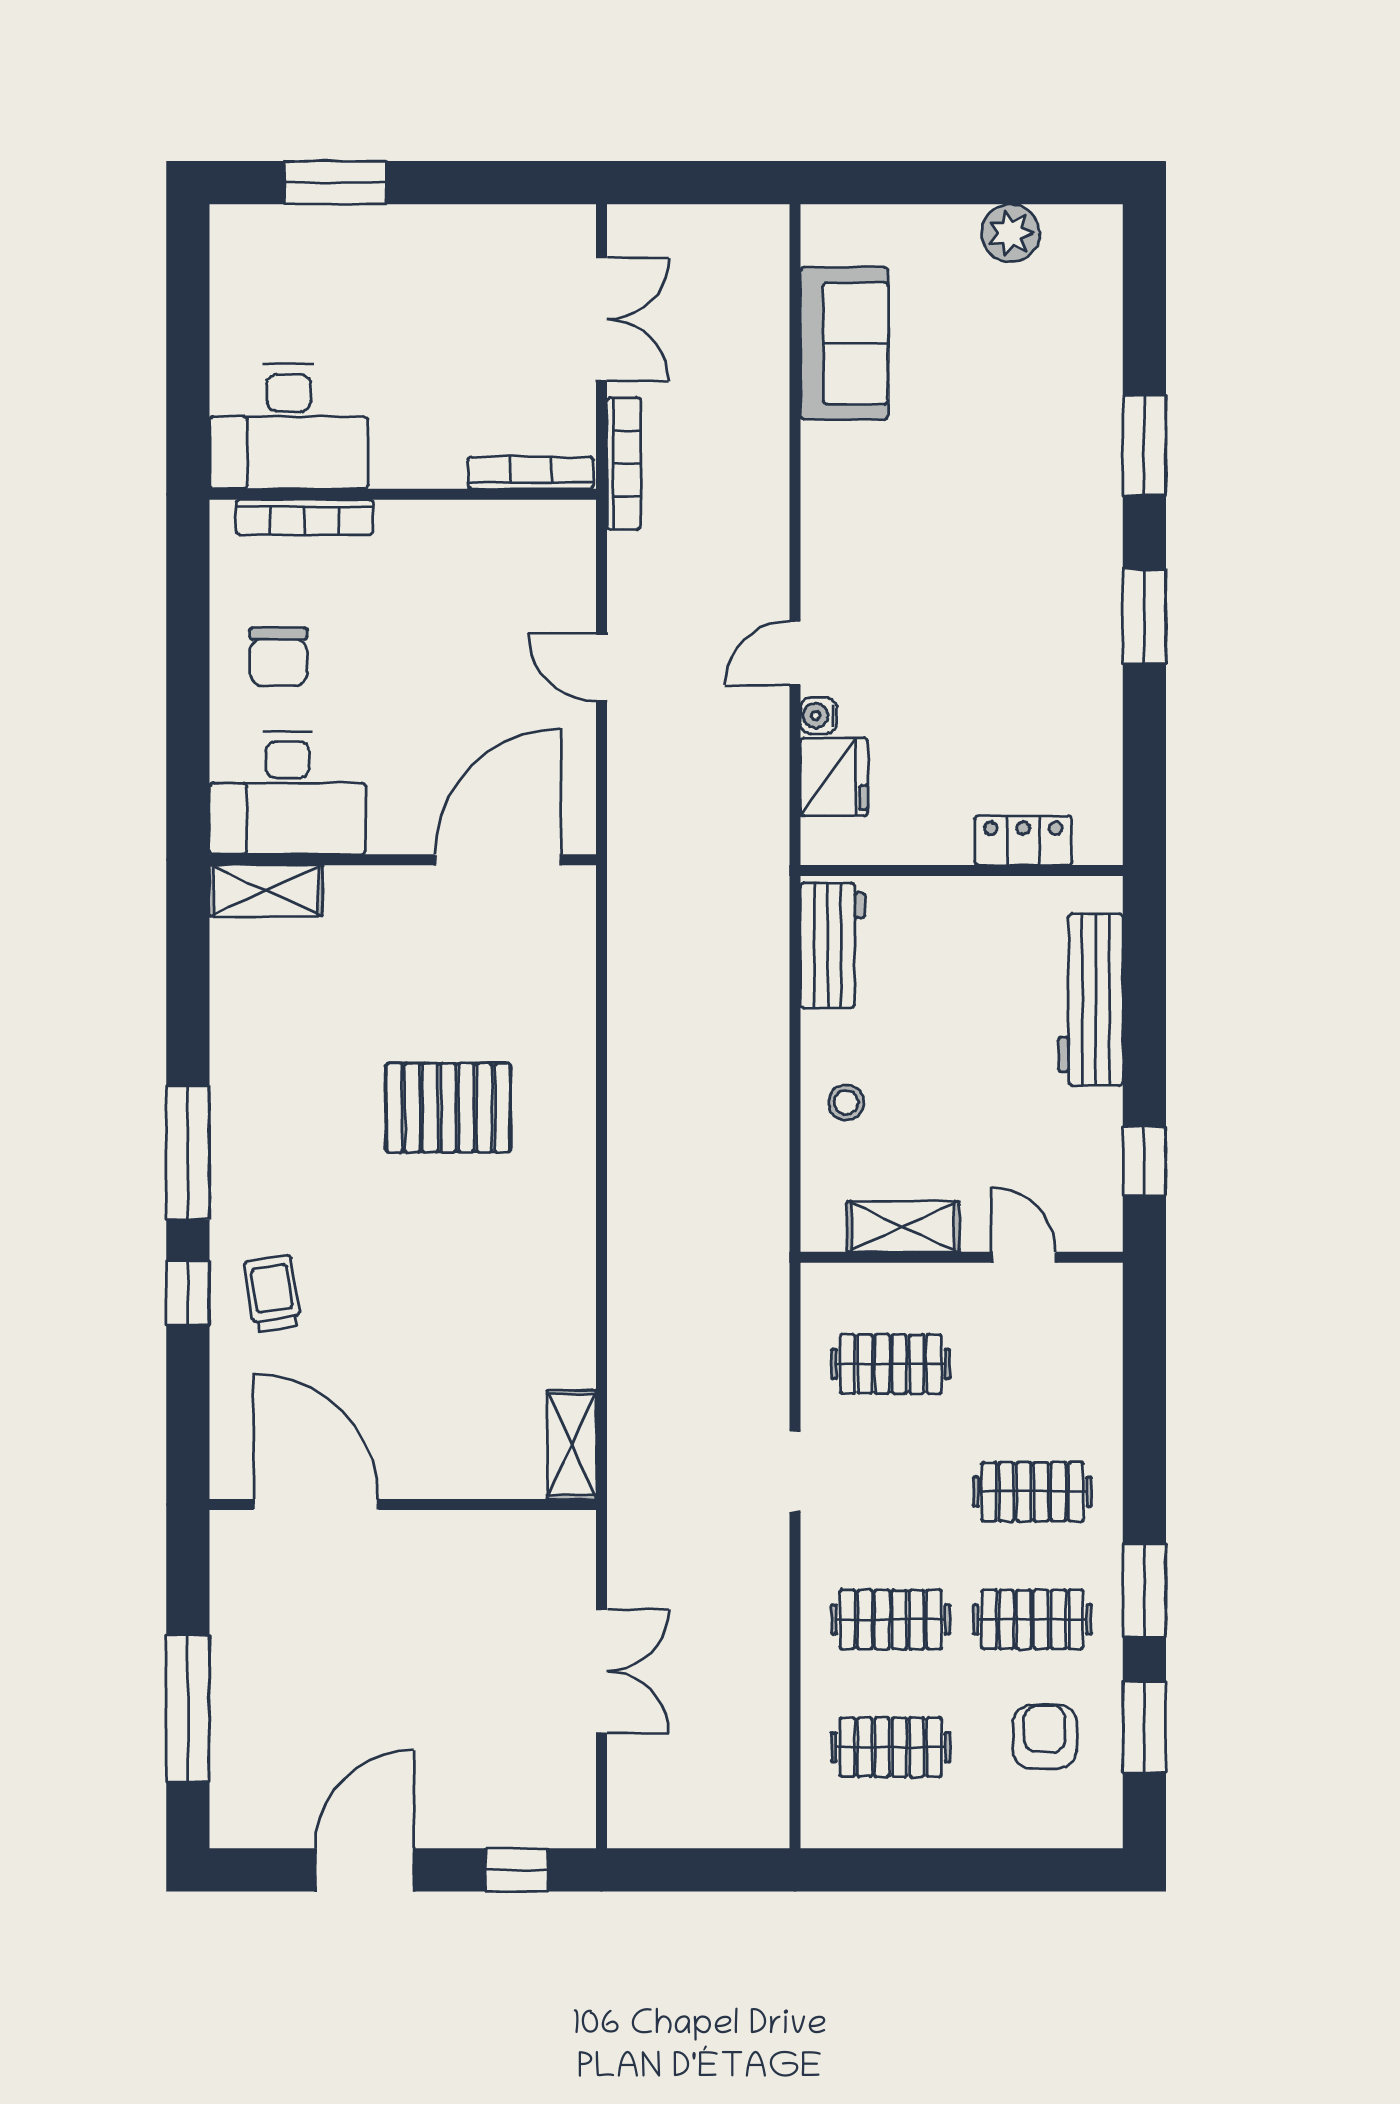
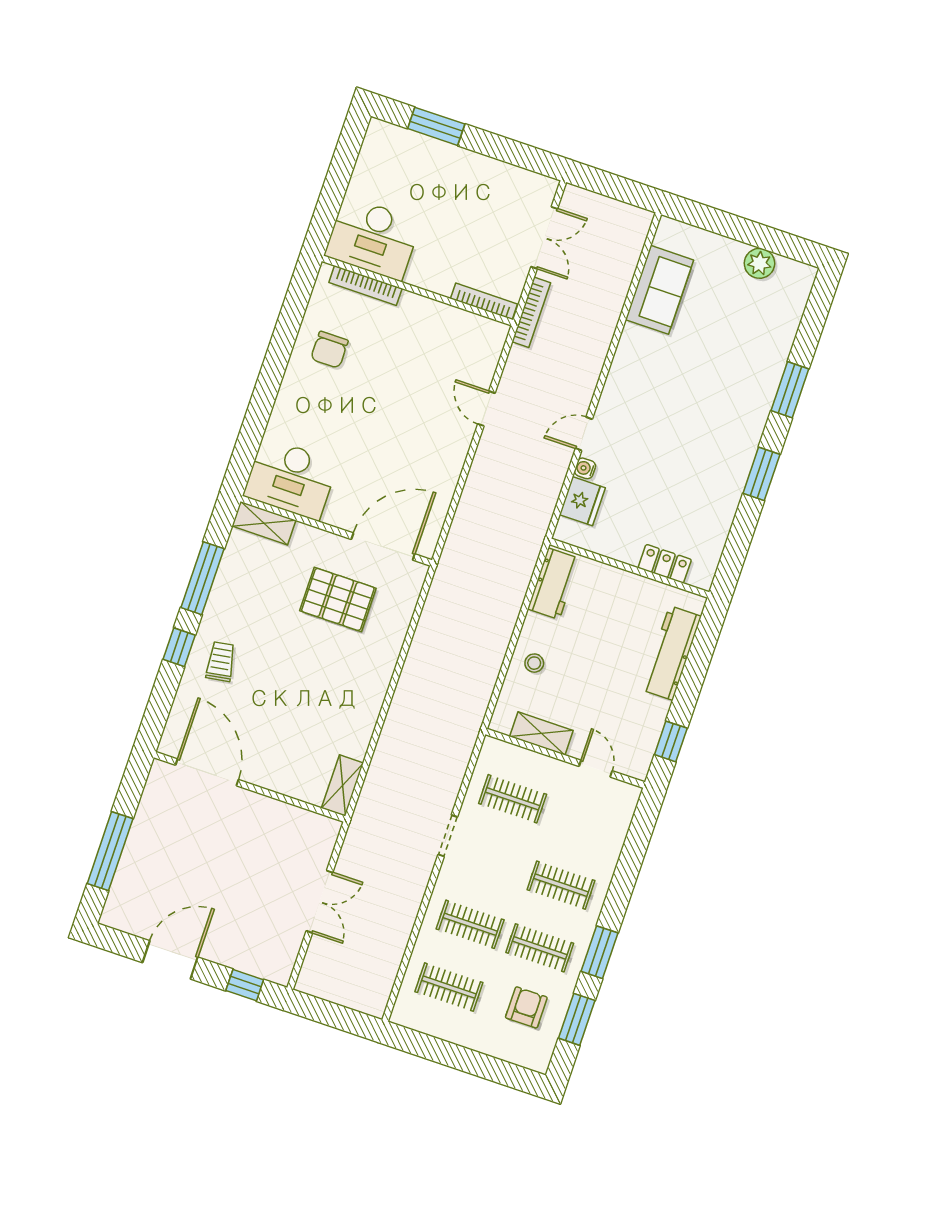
desk: (287, 793) -> (291, 479), moved
wall: (403, 860) -> (336, 531), moved
door: (498, 860) -> (383, 547), moved
shelving: (266, 891) -> (264, 523), moved

